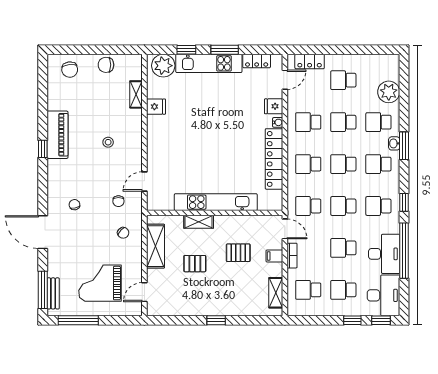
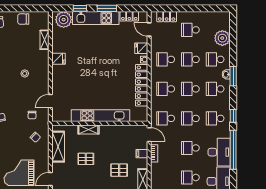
door: (285, 80) -> (149, 30), swing flipped
fridge: (156, 107) -> (58, 59), moved
pallet: (238, 253) -> (119, 170), moved
school desk: (308, 290) -> (166, 177), removed

